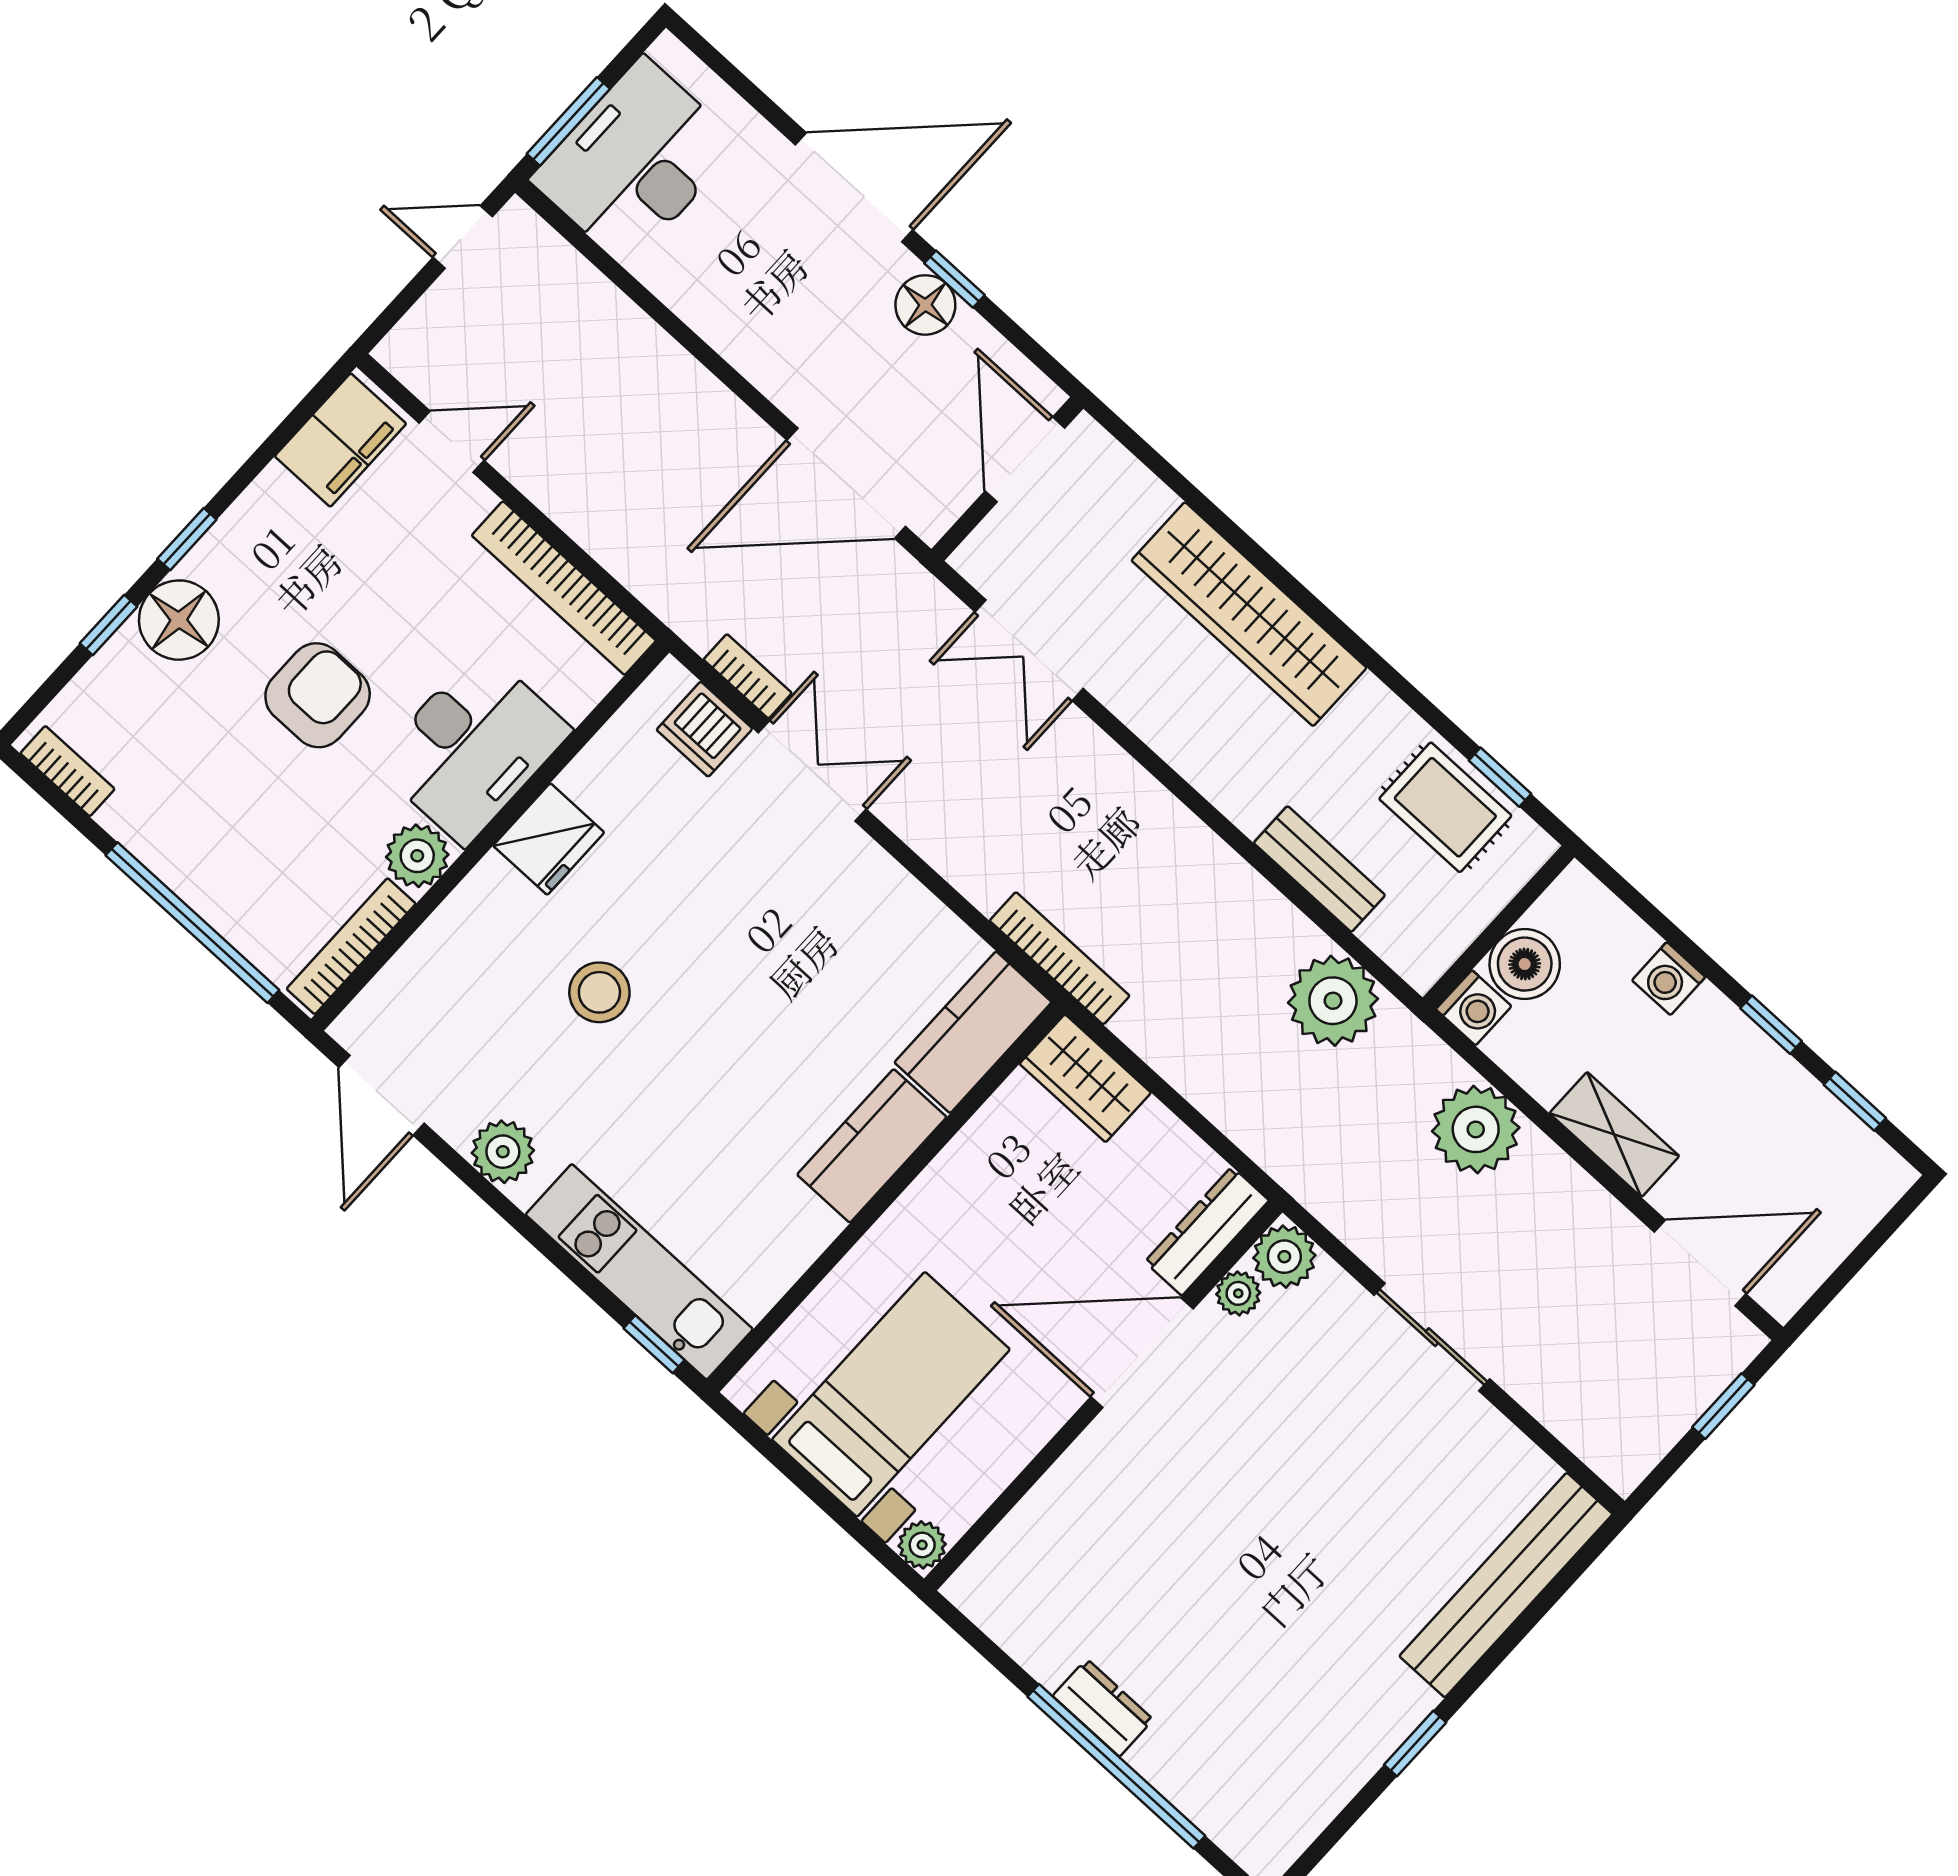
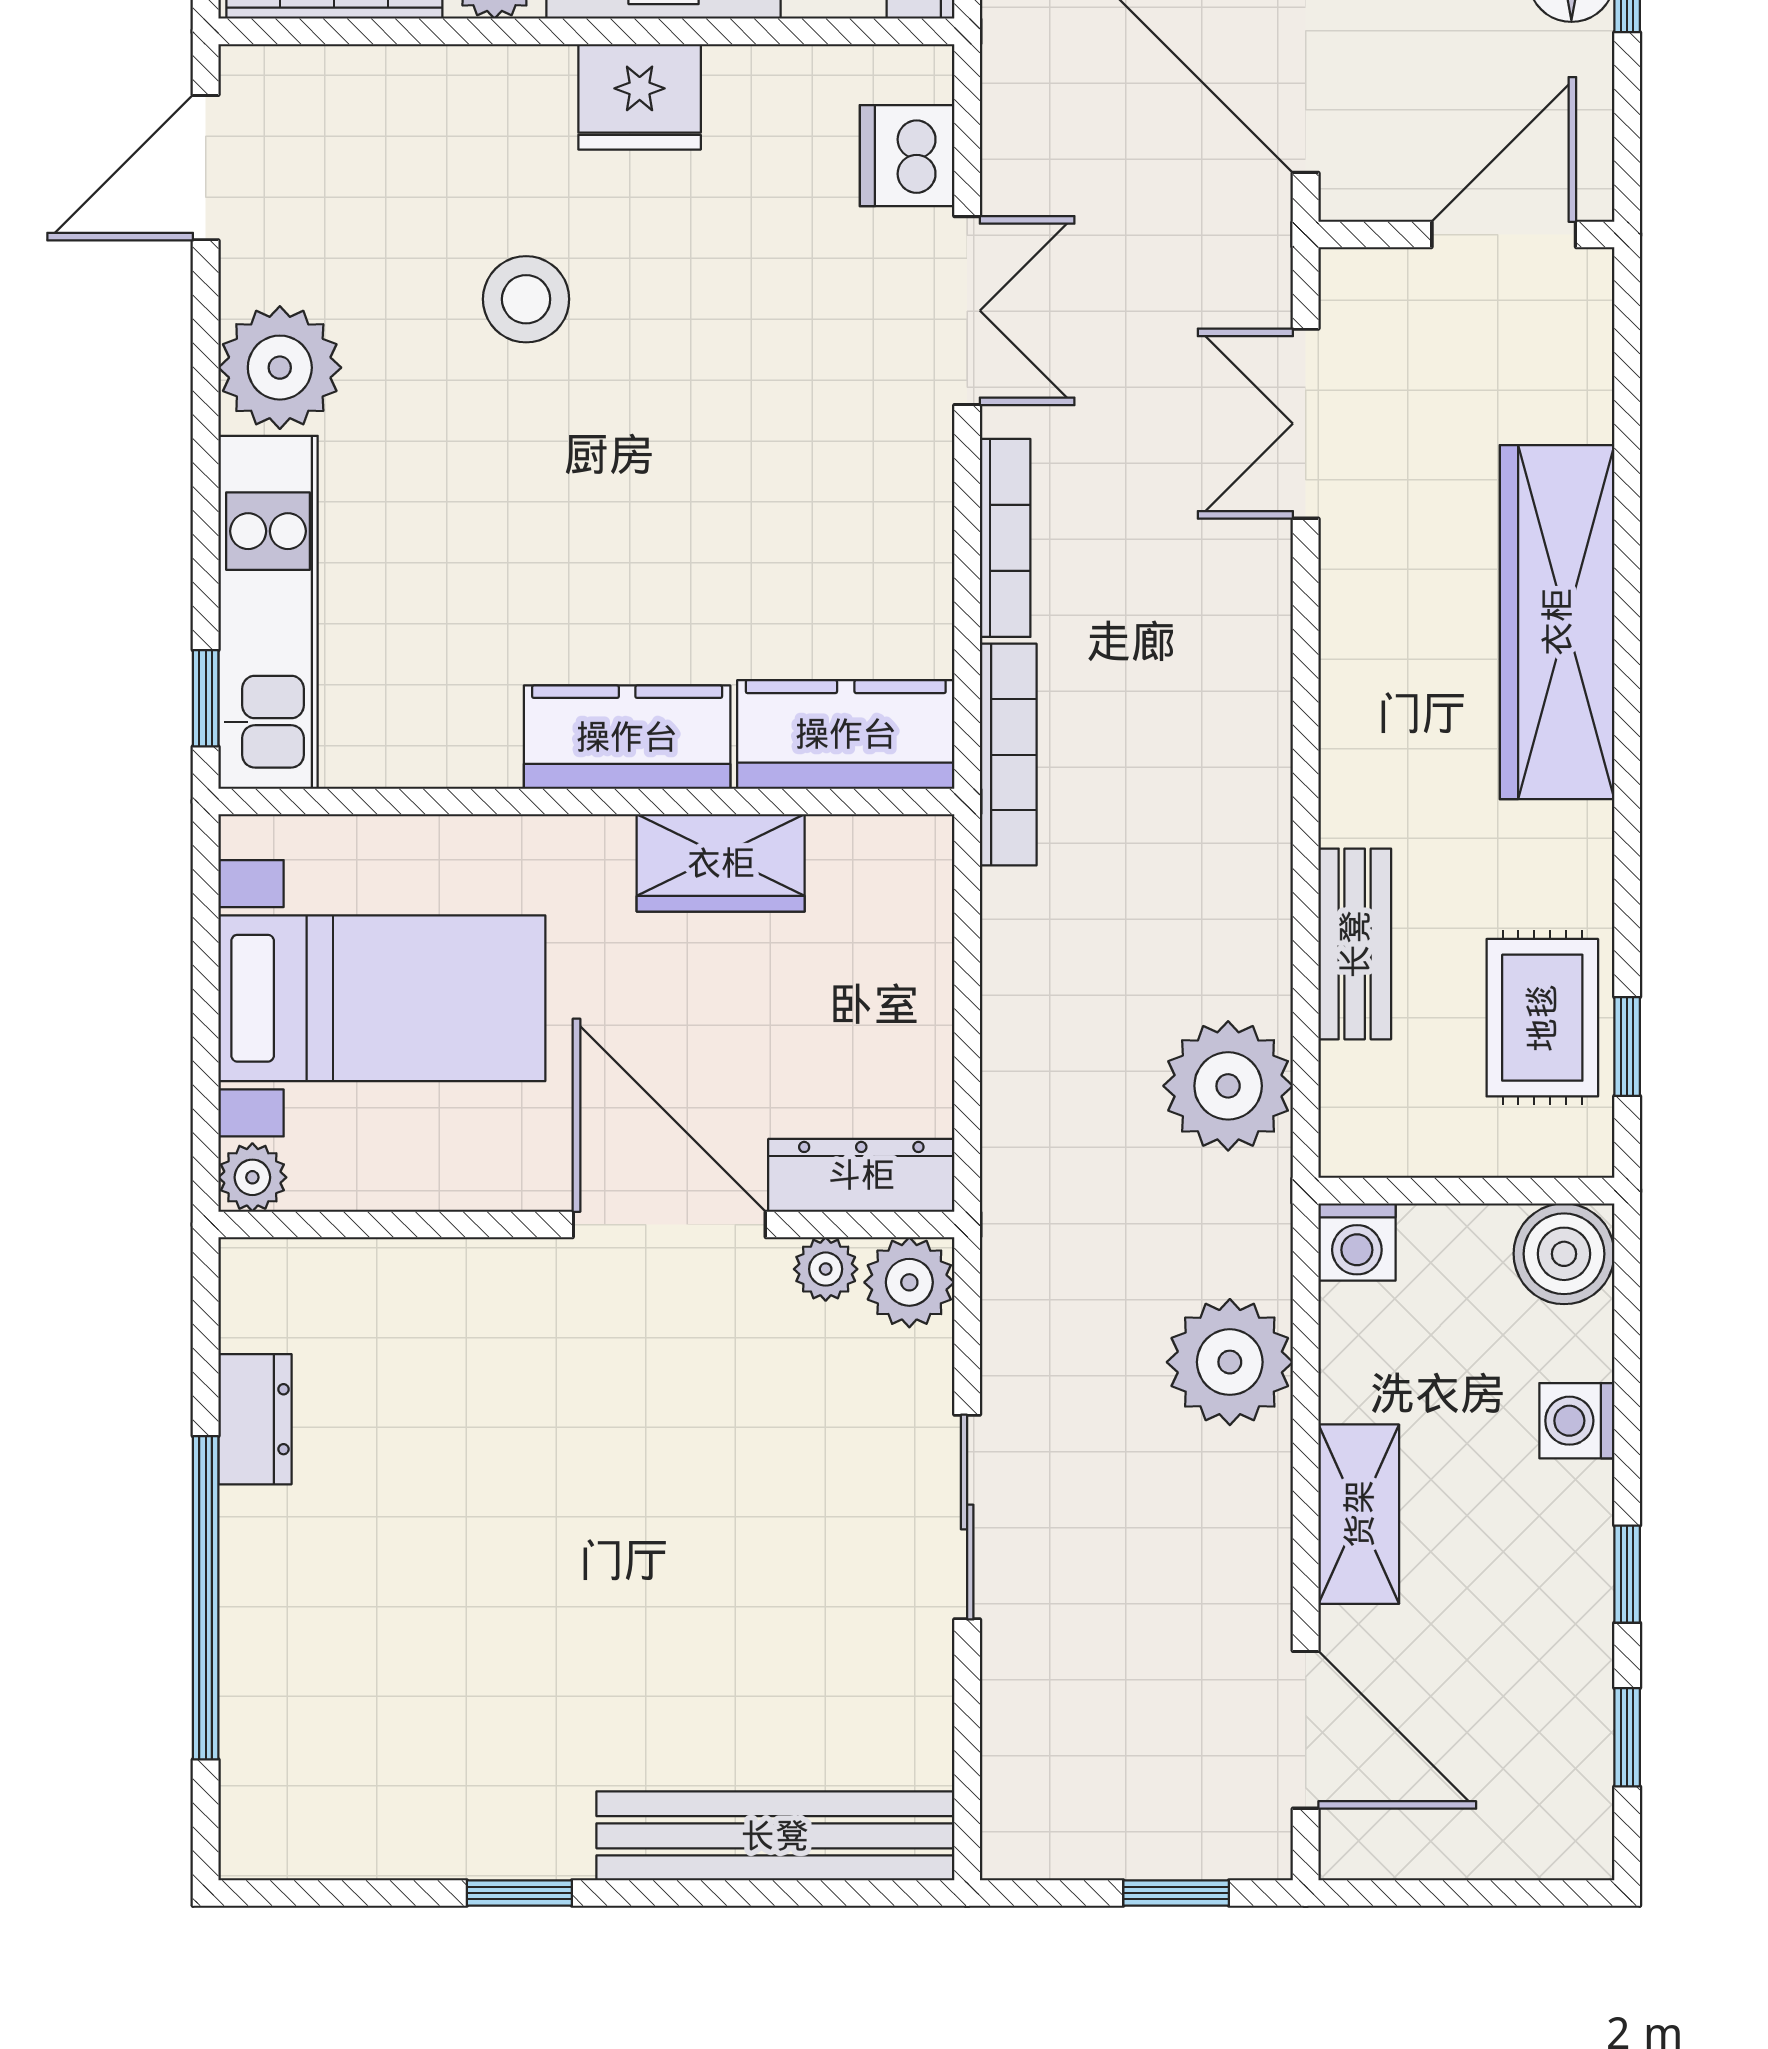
bookcase: (748, 676) -> (1005, 538), moved, width x1.56
boiler: (1525, 964) -> (1564, 1254), moved
wardrobe: (1085, 1078) -> (721, 863), moved, turned -90
plant: (503, 1152) -> (280, 368), width x1.36, depth x1.36
dresser: (1103, 1708) -> (255, 1419), moved

